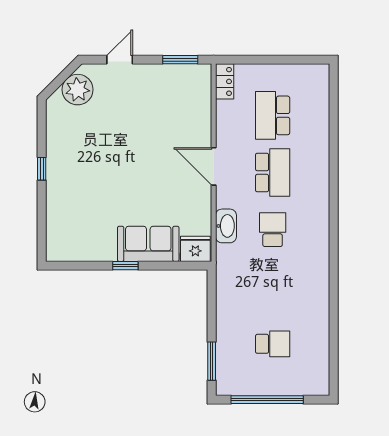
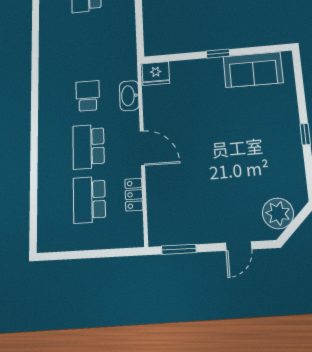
locker: (225, 81) -> (134, 195), moved
school desk: (273, 115) -> (89, 200), turned 180
school desk: (273, 230) -> (88, 96), turned 180
sofa: (148, 244) -> (253, 70), moved

